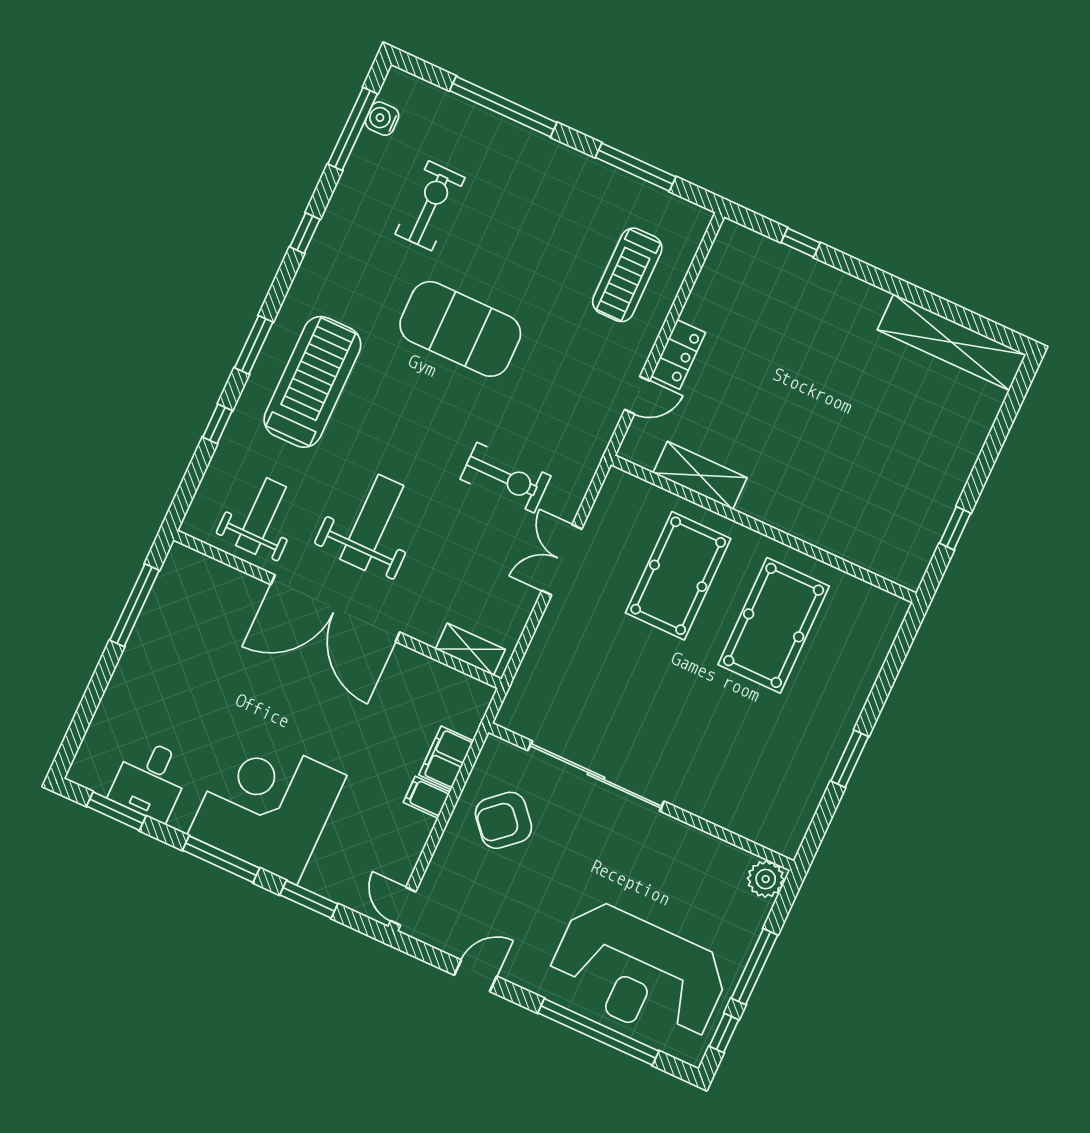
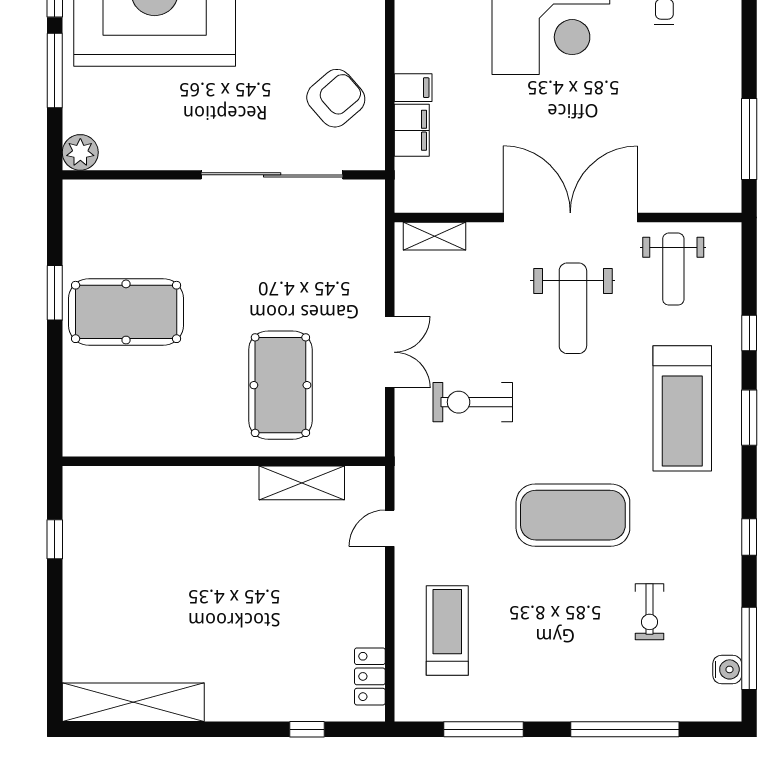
exercise bike: (430, 206) -> (649, 612), width x0.73, depth x0.72
locker: (678, 354) -> (370, 676), moved
pool table: (774, 625) -> (126, 312), moved, turned 90

